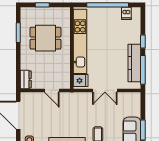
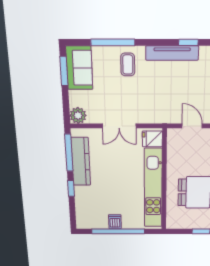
dishwasher: (126, 13) -> (115, 222), moved
double door: (105, 90) -> (119, 126), swing flipped
plant: (135, 98) -> (78, 115), added

